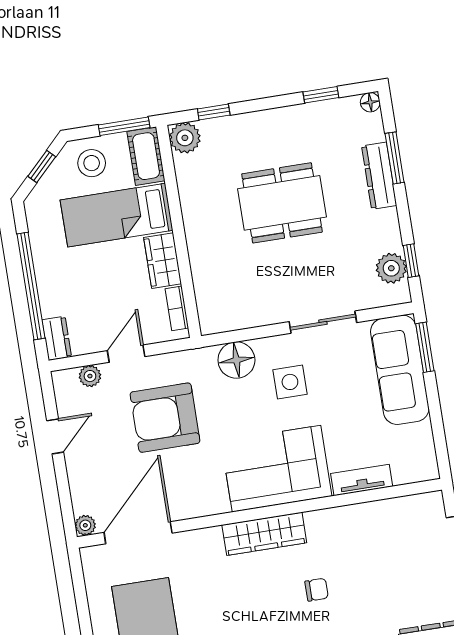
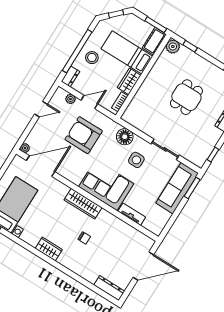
stool: (92, 163) -> (92, 58), moved
dining table: (282, 203) -> (186, 97), width x0.73
plant: (391, 268) -> (204, 151), removed

